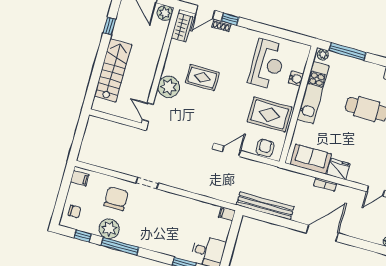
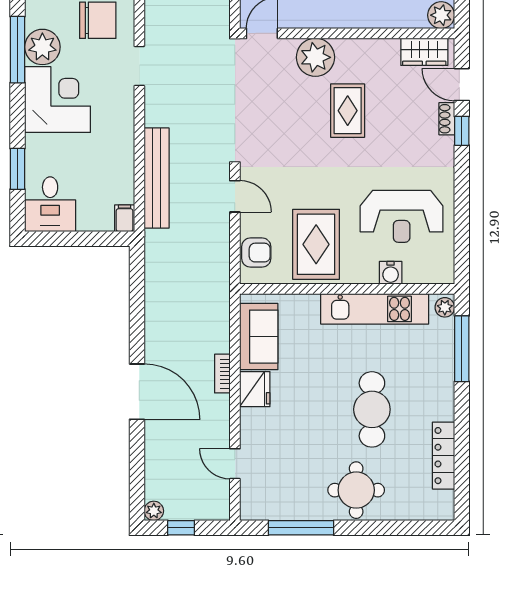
bench: (265, 206) -> (157, 178), moved
plant: (109, 229) -> (42, 47), moved
corner desk: (153, 232) -> (58, 100), added

